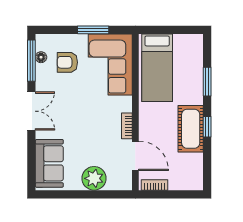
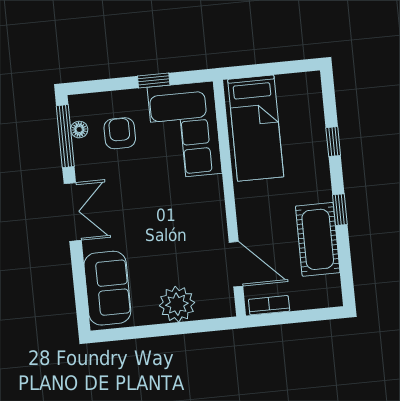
window: (93, 30) -> (154, 80), width x0.67
armchair: (67, 62) -> (120, 133), turned 90
window: (207, 82) -> (333, 142), width x0.67
bookcase: (127, 126) -> (219, 220), removed
cot: (191, 129) -> (318, 239), moved

